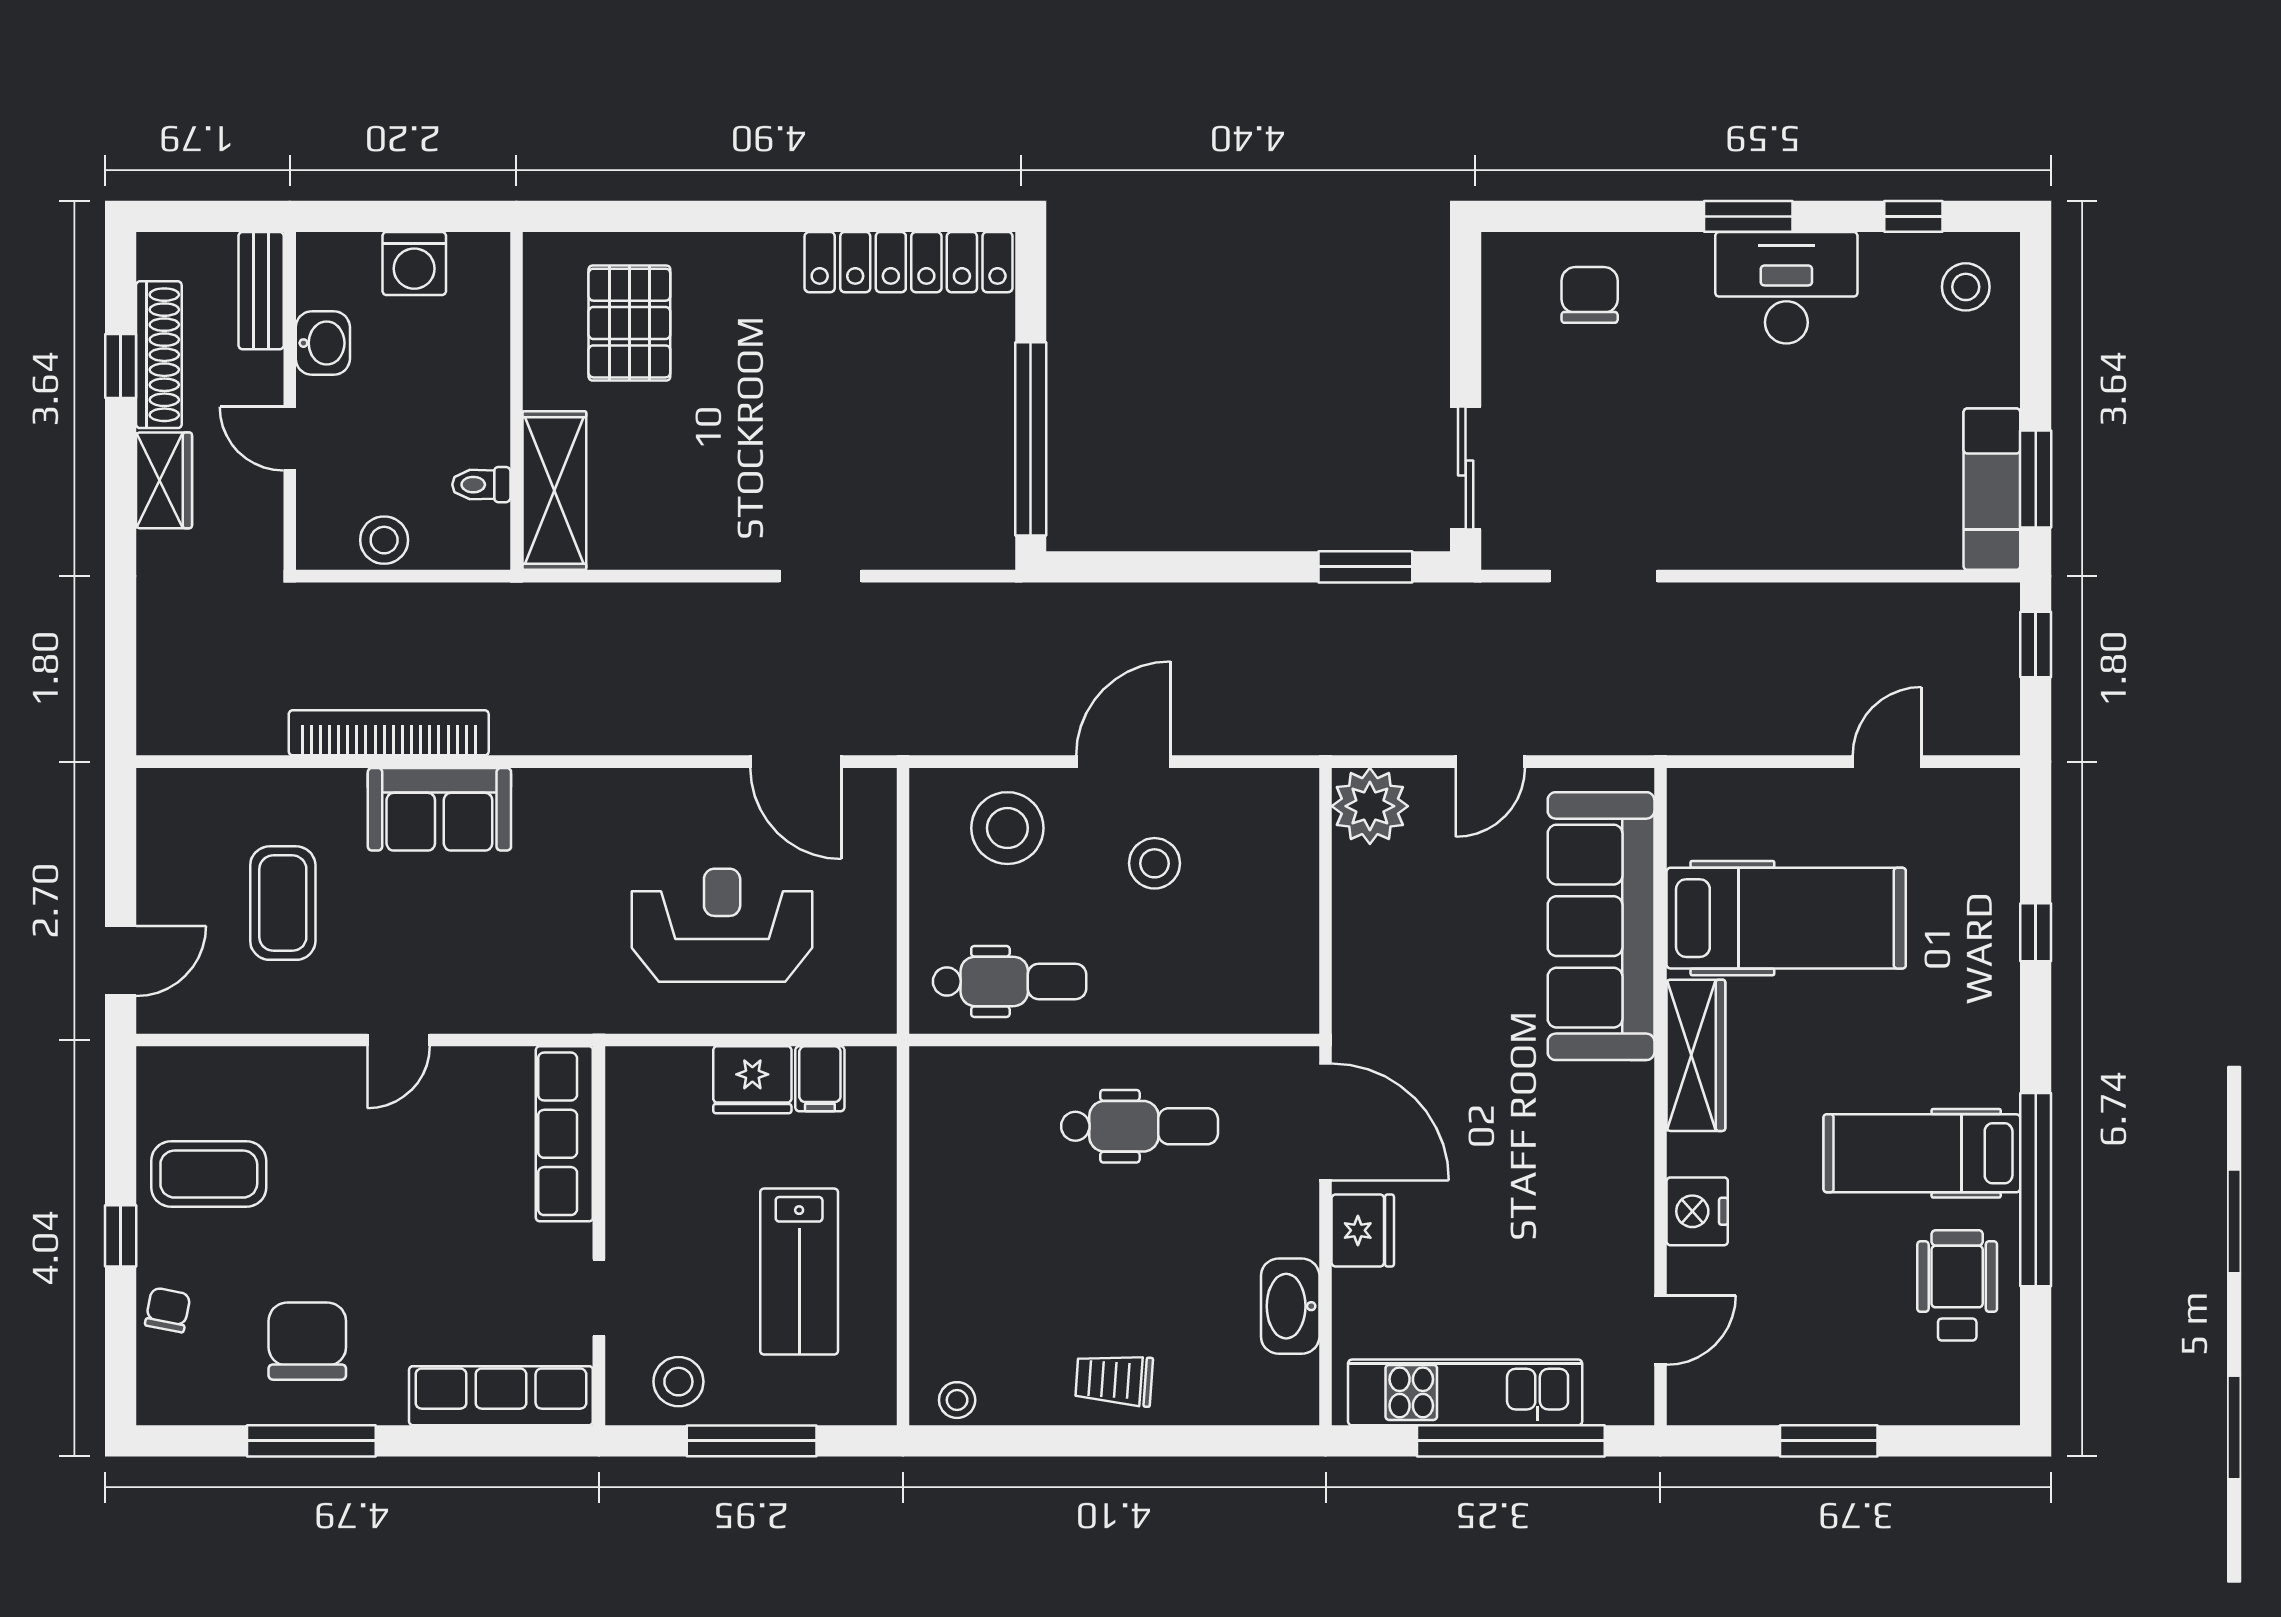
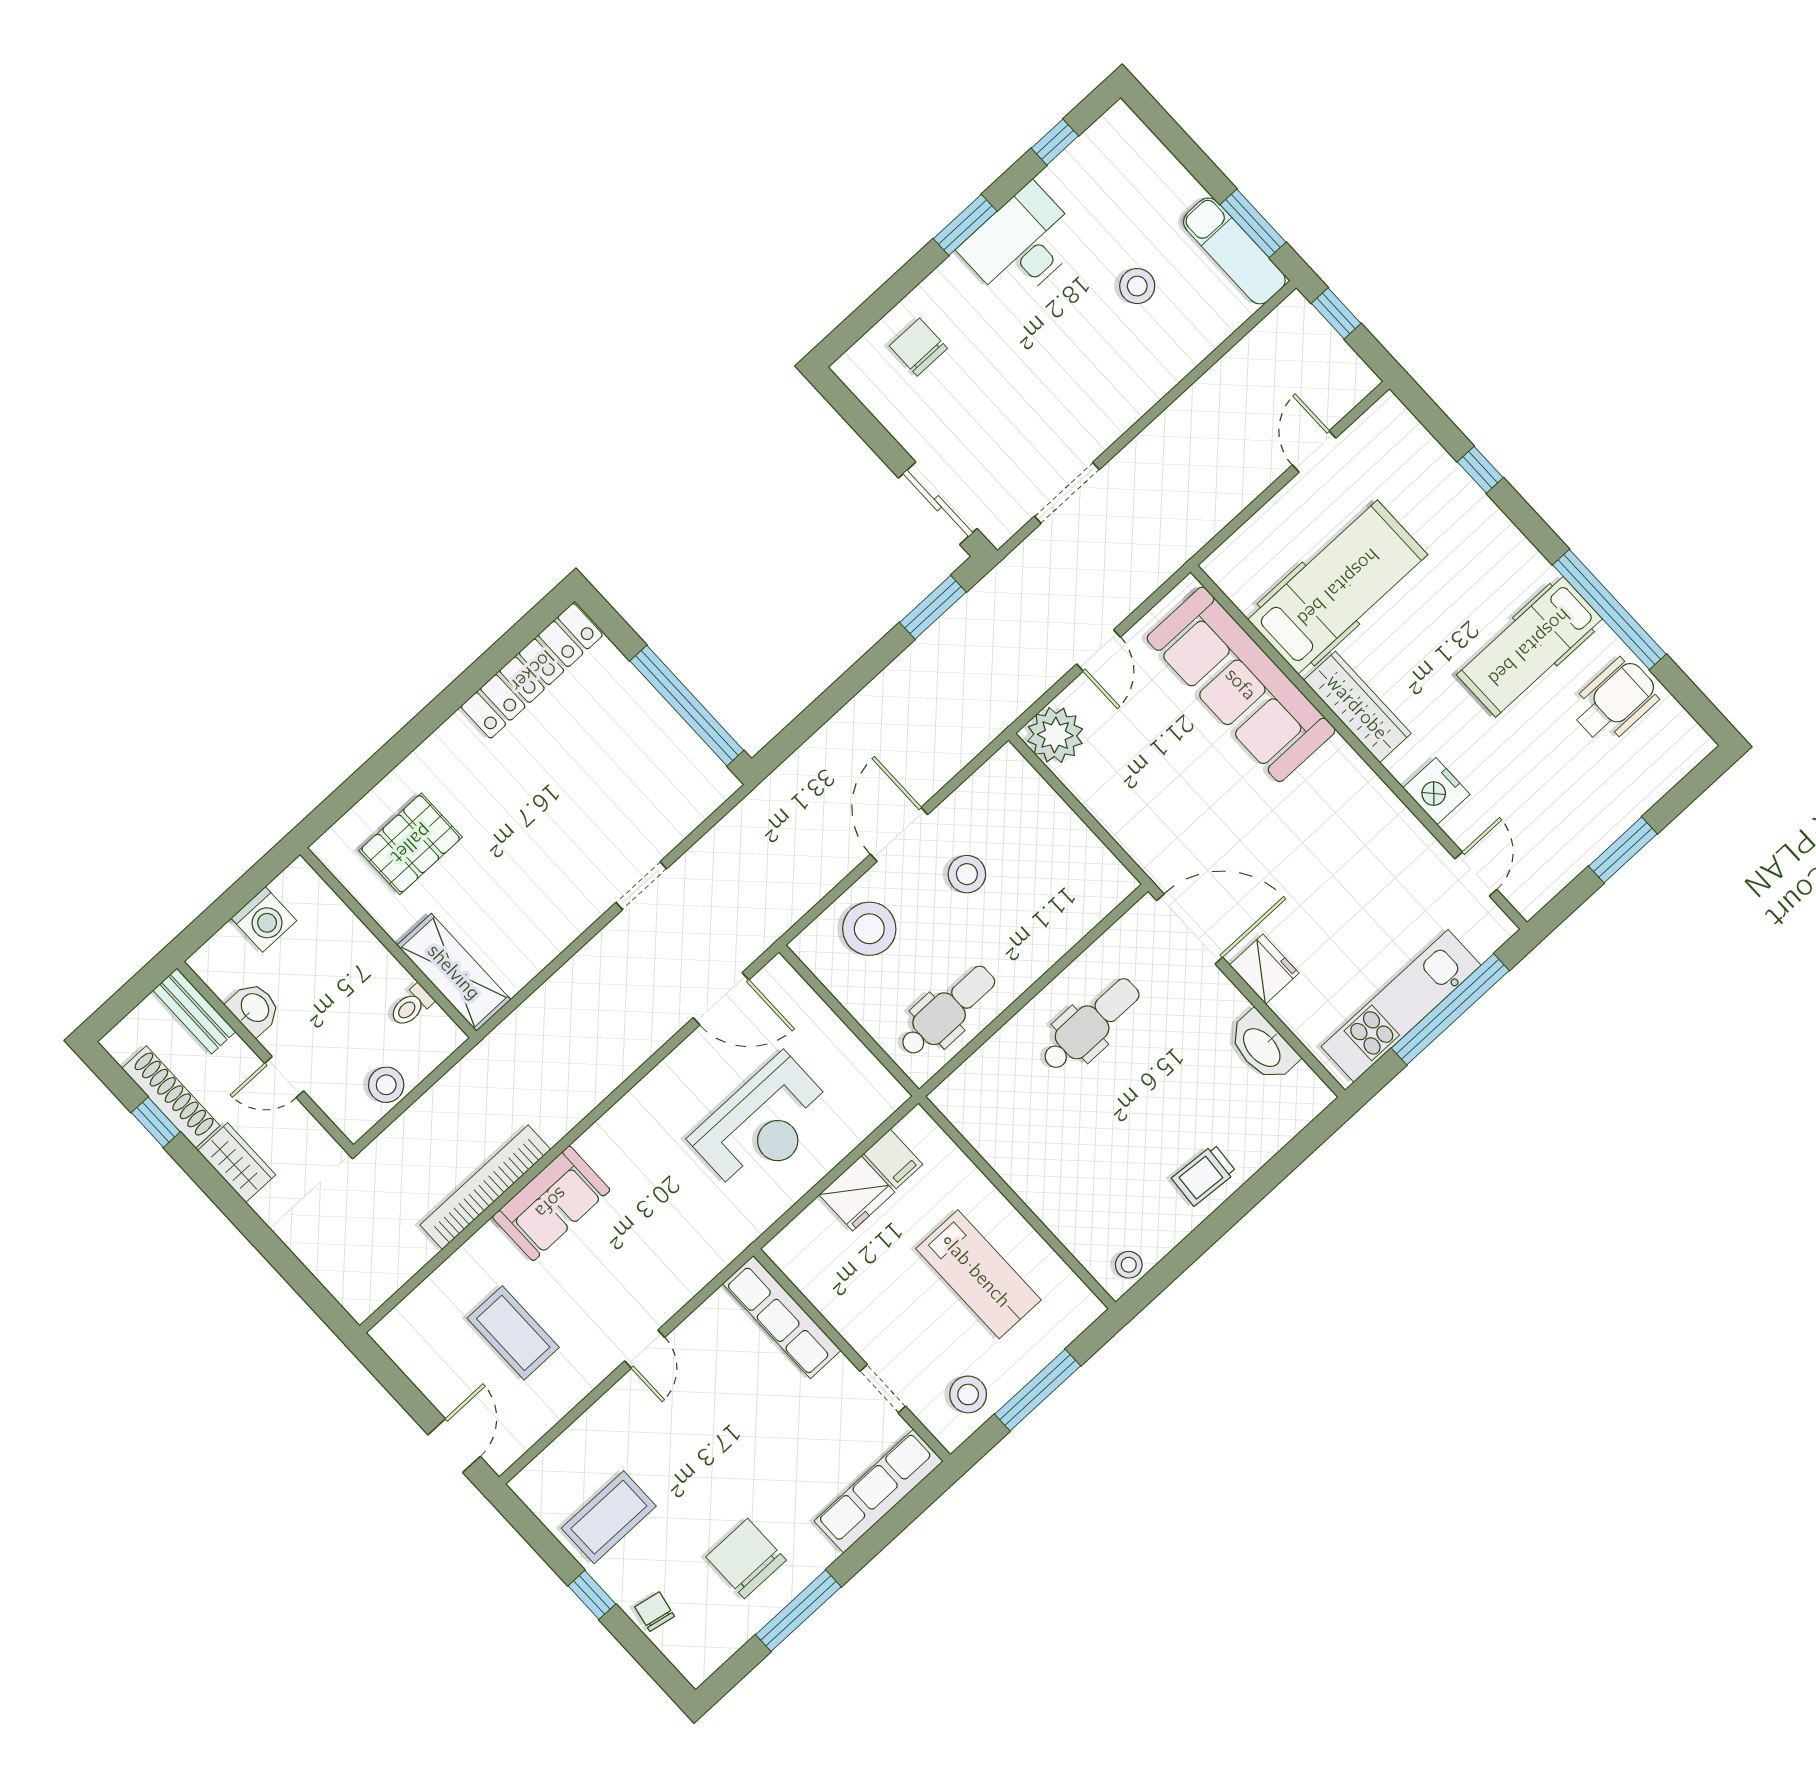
stool: (1966, 287) -> (1137, 286), moved
pallet: (629, 323) -> (411, 844), turned 90
reception desk: (722, 925) -> (763, 1125), turned 180
wheelchair: (1957, 1285) -> (1615, 701), turned 90

